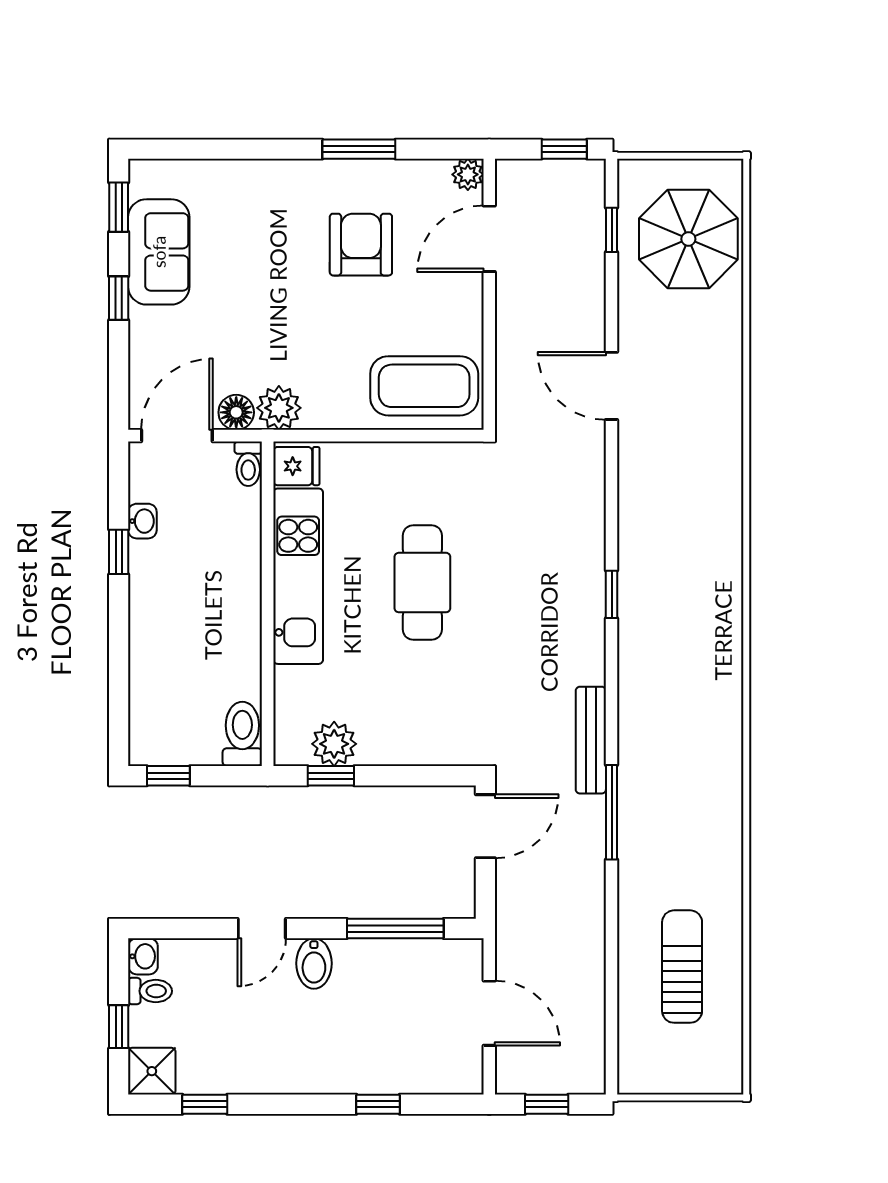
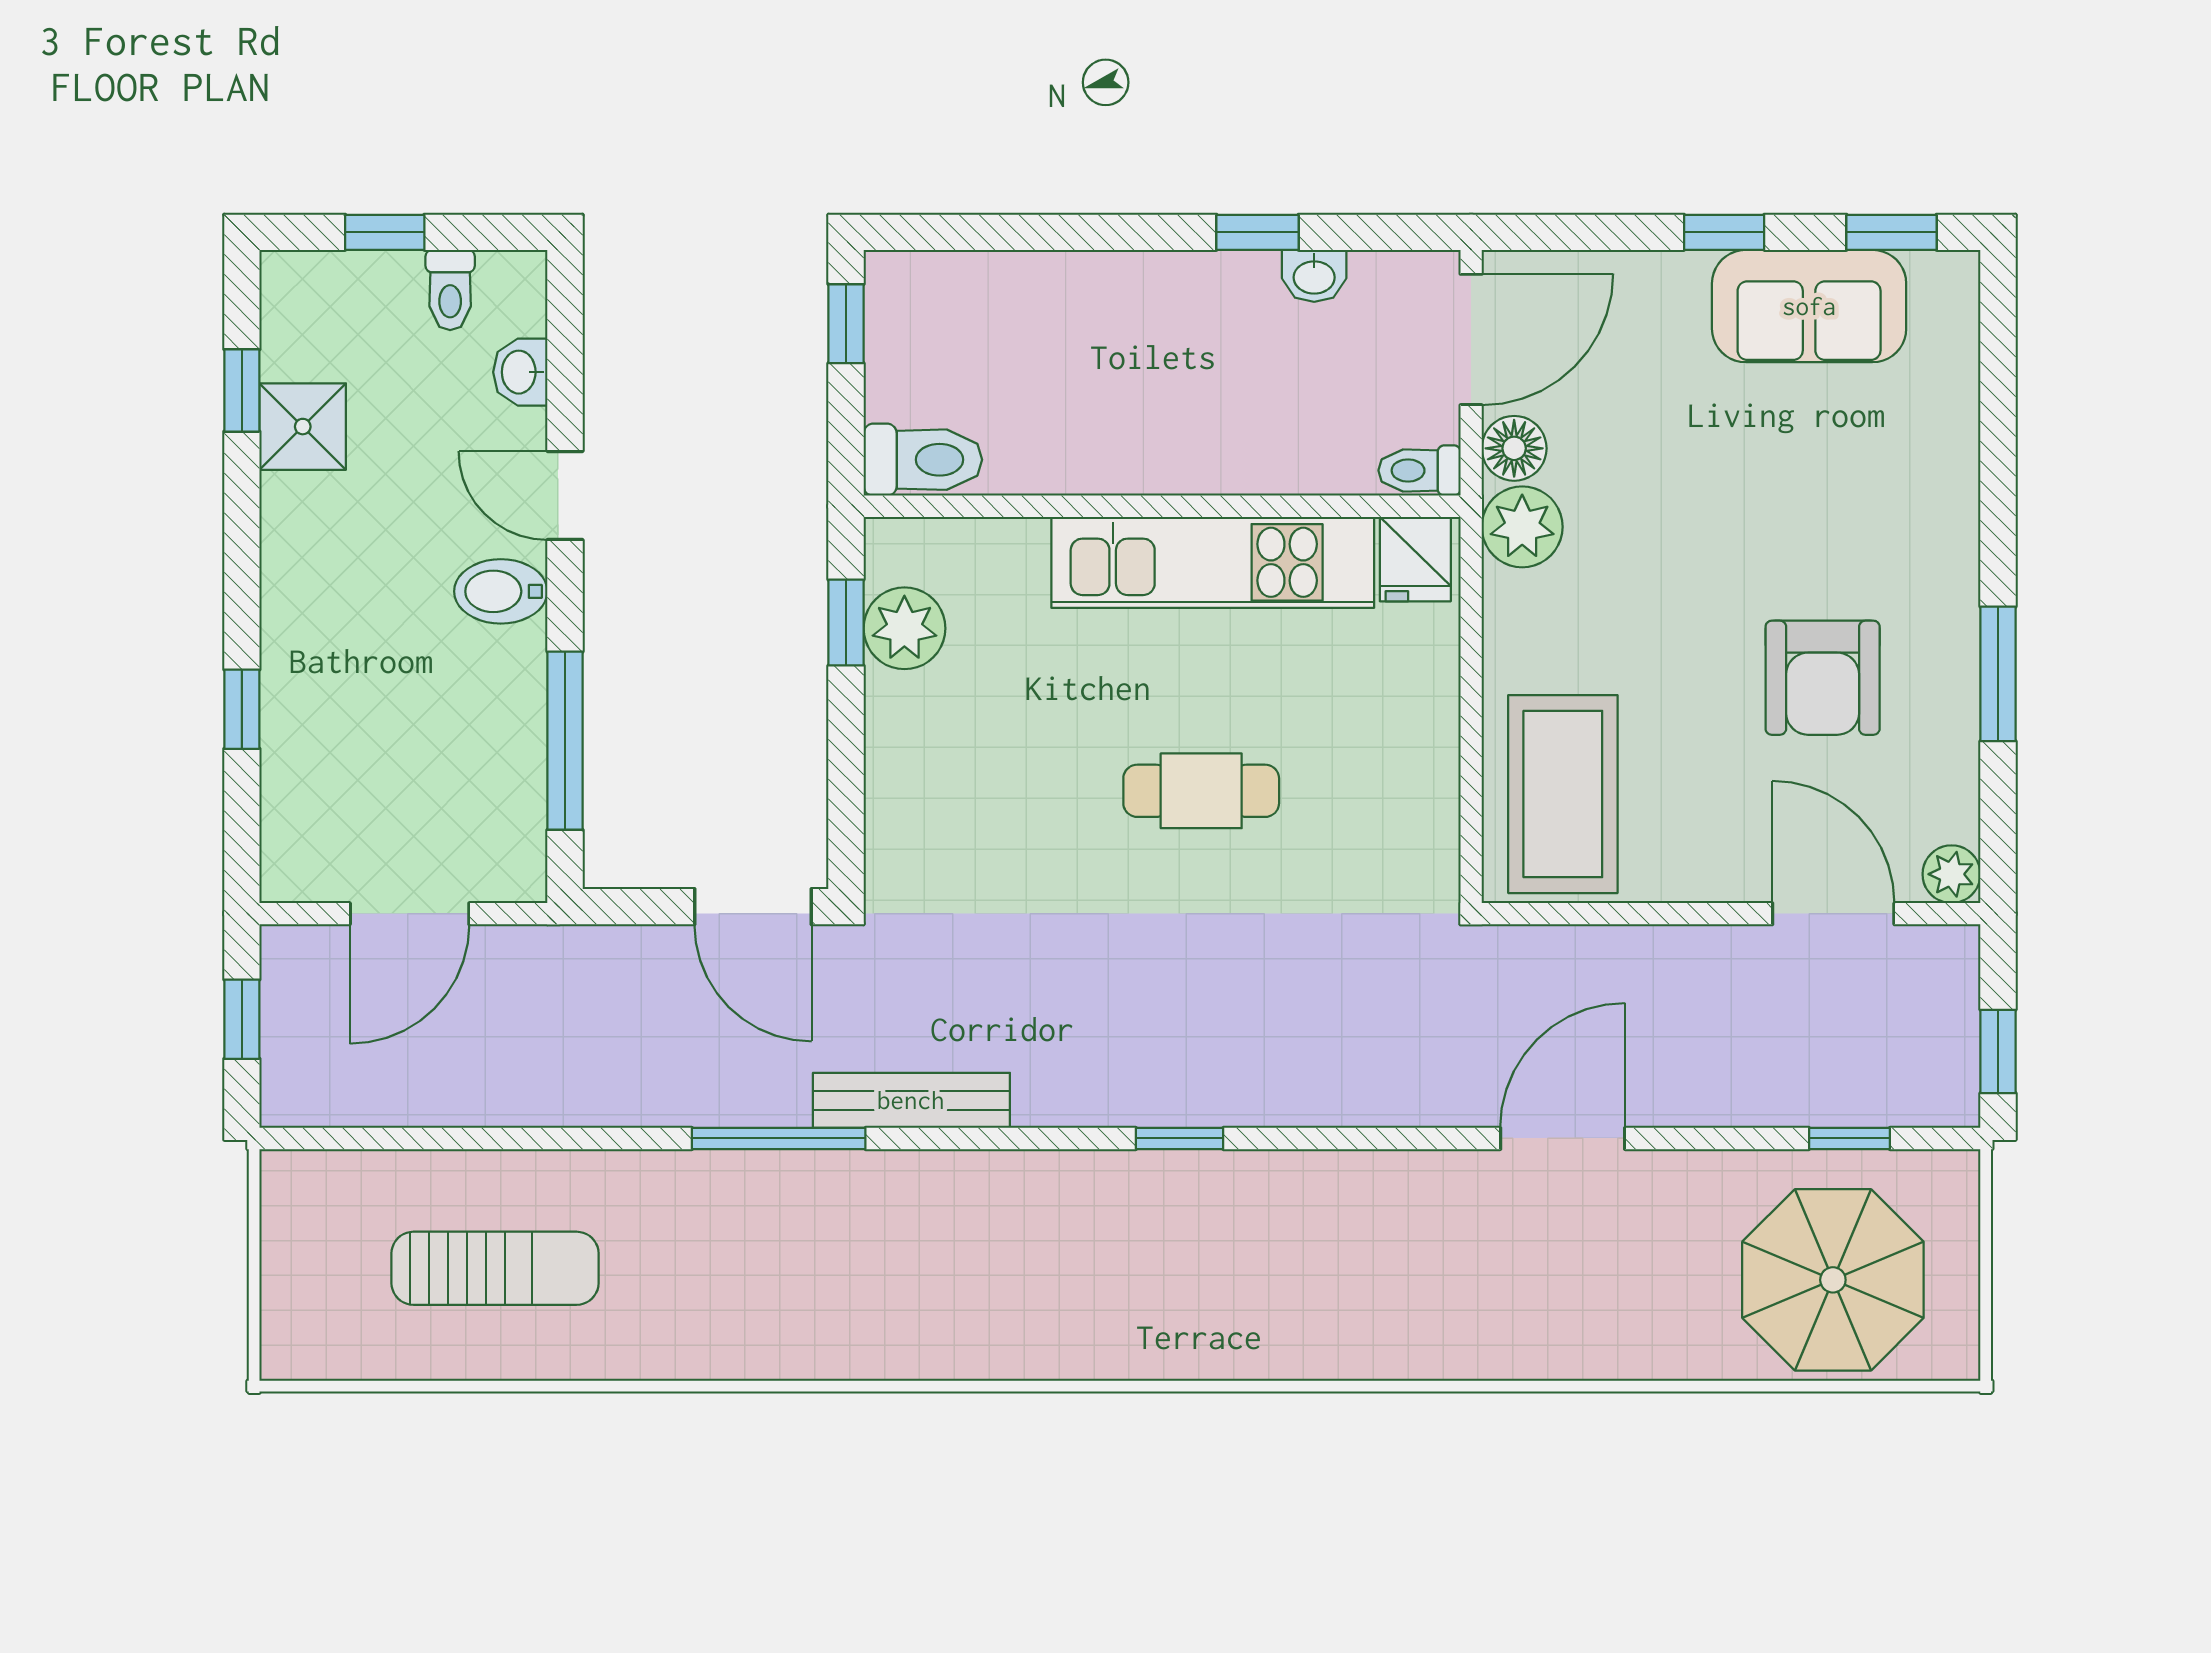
armchair: (361, 245) -> (1823, 678), turned 90
door: (177, 436) -> (1471, 339), hinge flipped
cafe table: (422, 583) -> (1201, 791), width x0.73, depth x0.74
washbasin: (143, 956) -> (520, 372), moved, turned 90
shower: (152, 1071) -> (303, 427), moved

